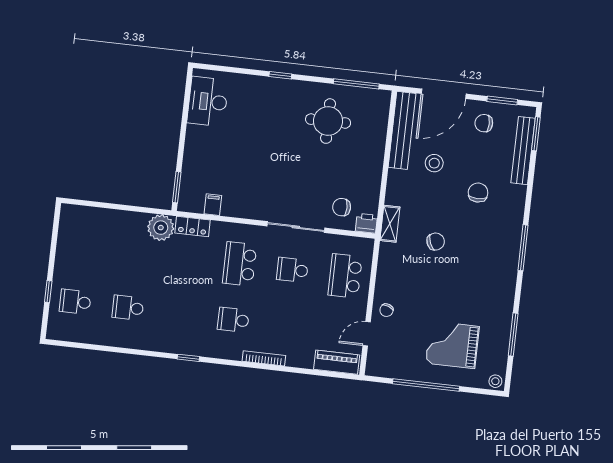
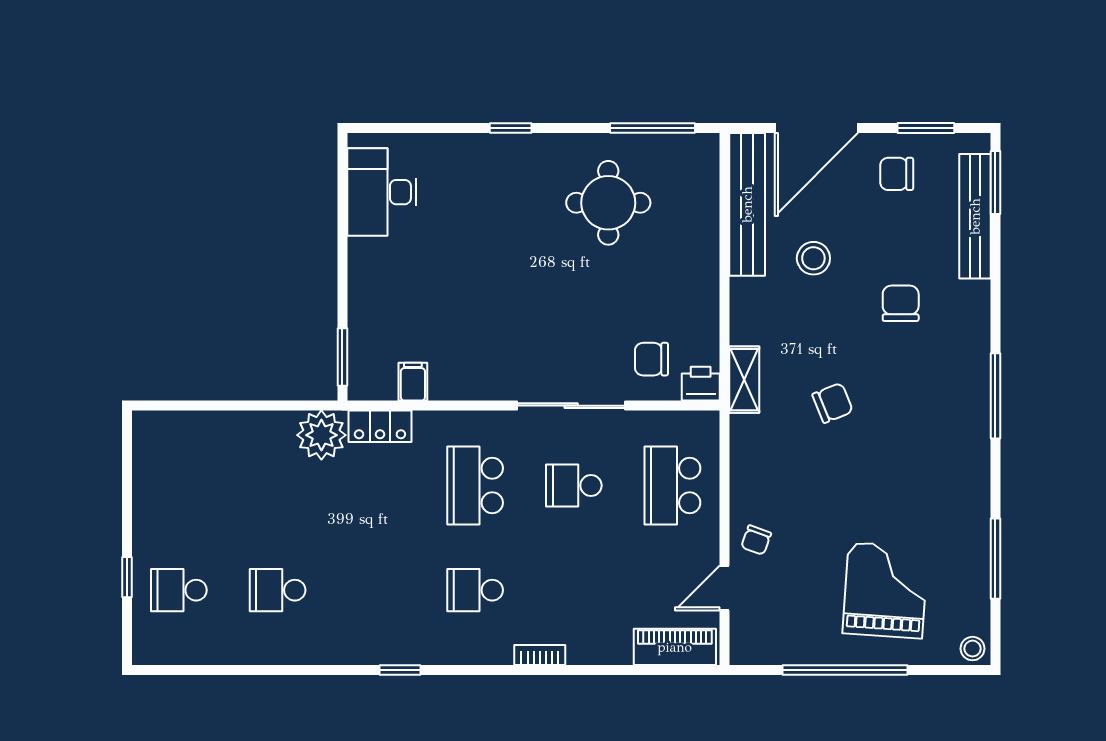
grand piano: (452, 345) -> (885, 590), turned 94
bookcase: (264, 358) -> (540, 655), width x0.64

